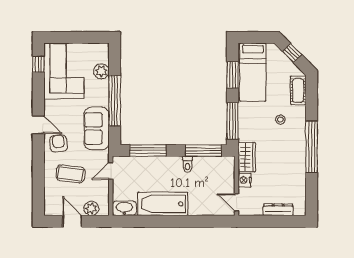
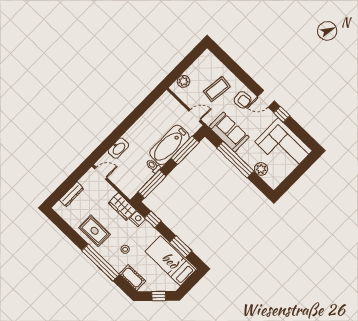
window: (38, 64) -> (282, 114), moved
window: (233, 121) -> (153, 219), width x0.46
window: (312, 147) -> (101, 263), moved
rug: (290, 161) -> (95, 231), added
door: (111, 171) -> (195, 115), hinge flipped
nightstand: (245, 180) -> (138, 219), moved
bathtub: (163, 204) -> (169, 145), moved, turned 180
washbasin: (124, 208) -> (118, 148), moved
door: (72, 221) -> (187, 62), removed

